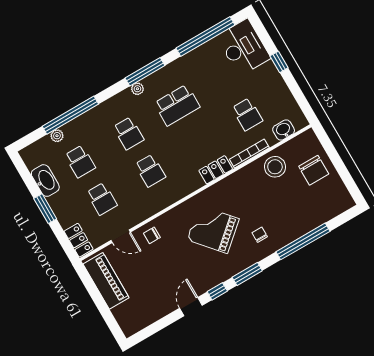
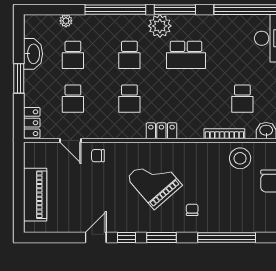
plant: (137, 89) -> (160, 26), width x1.88, depth x1.88
window: (70, 115) -> (115, 10), moved
locker: (216, 170) -> (161, 131), moved
piano: (106, 281) -> (35, 195), moved

